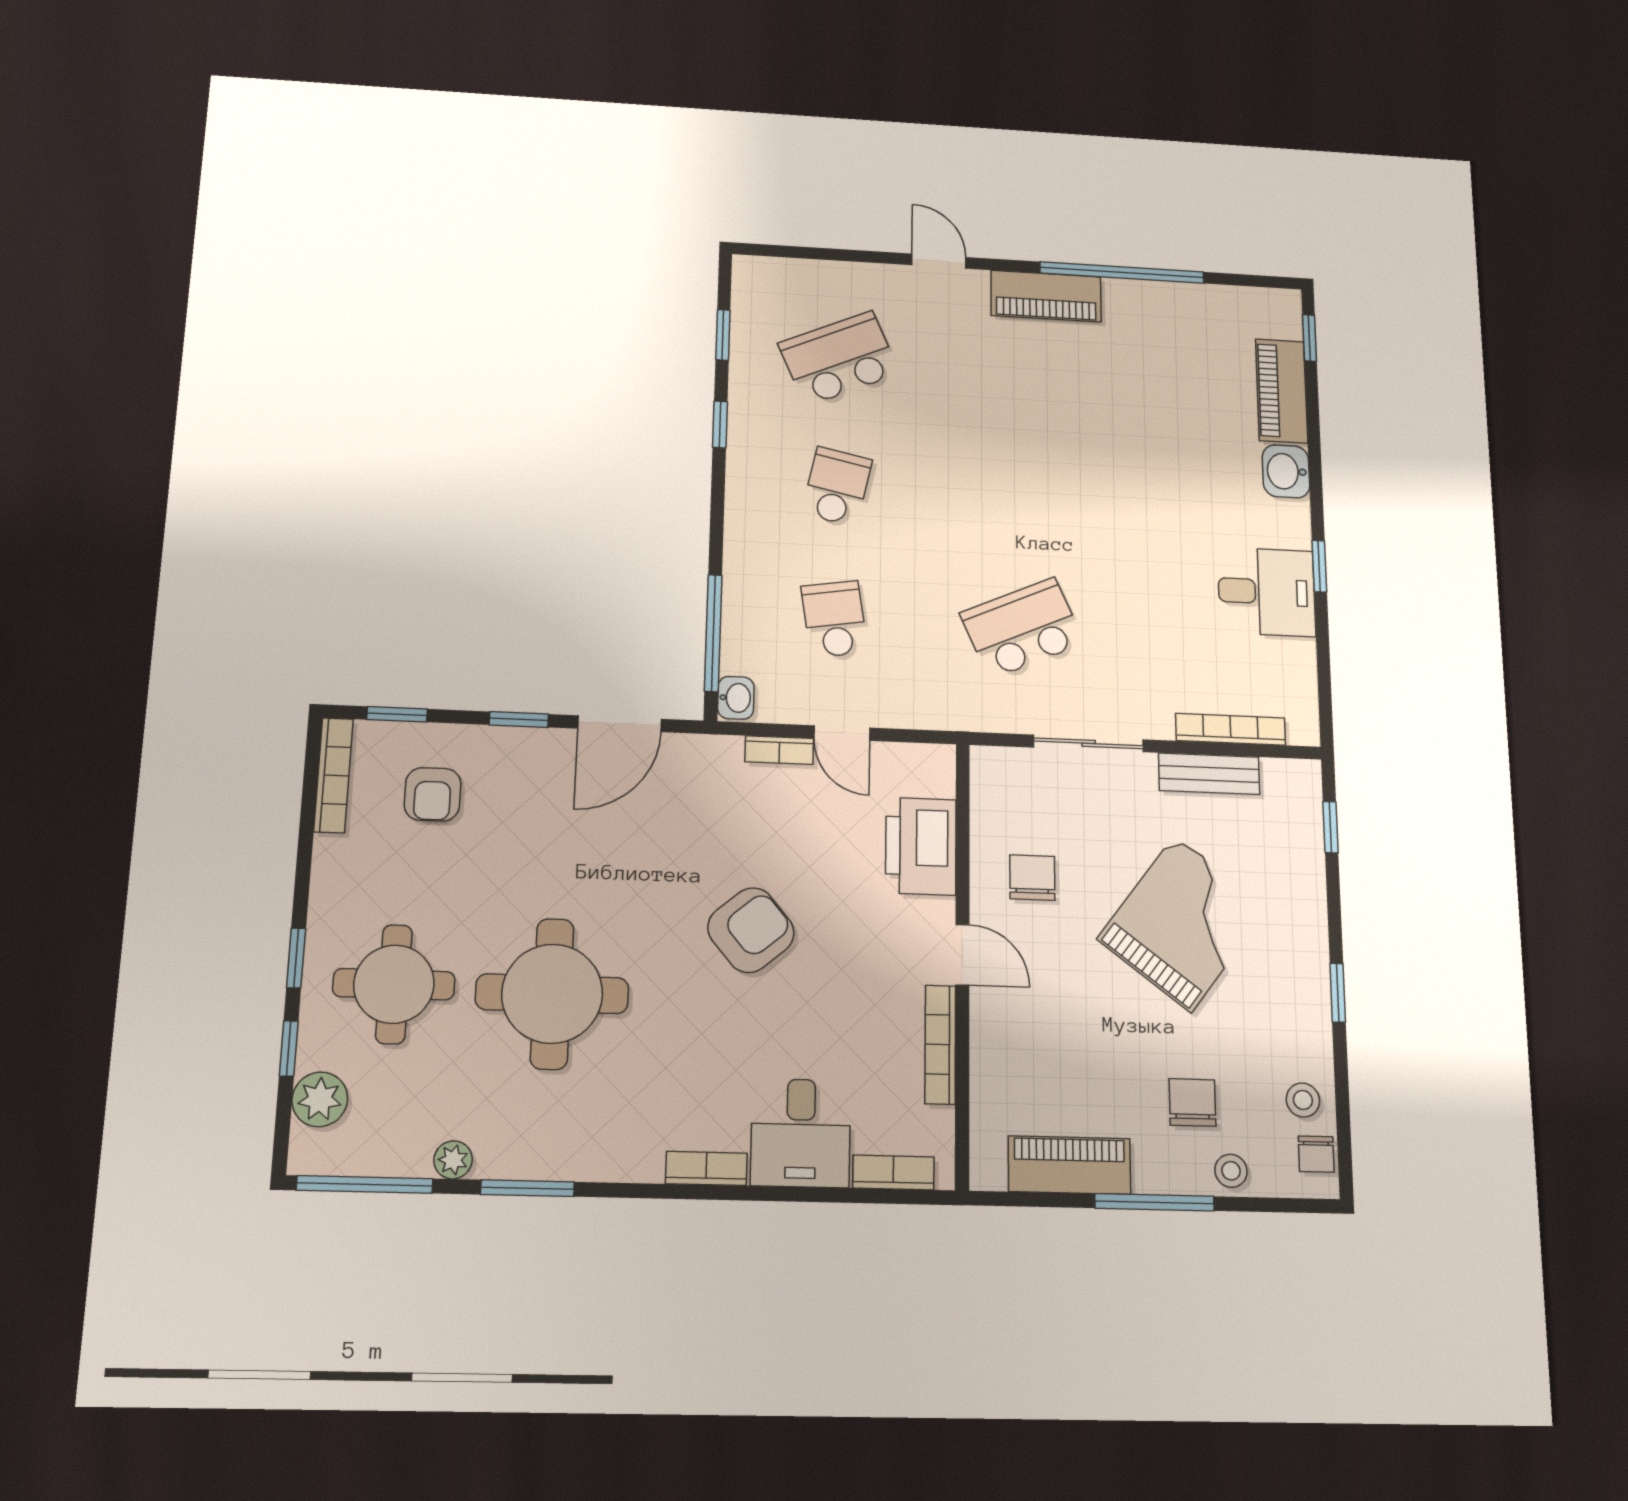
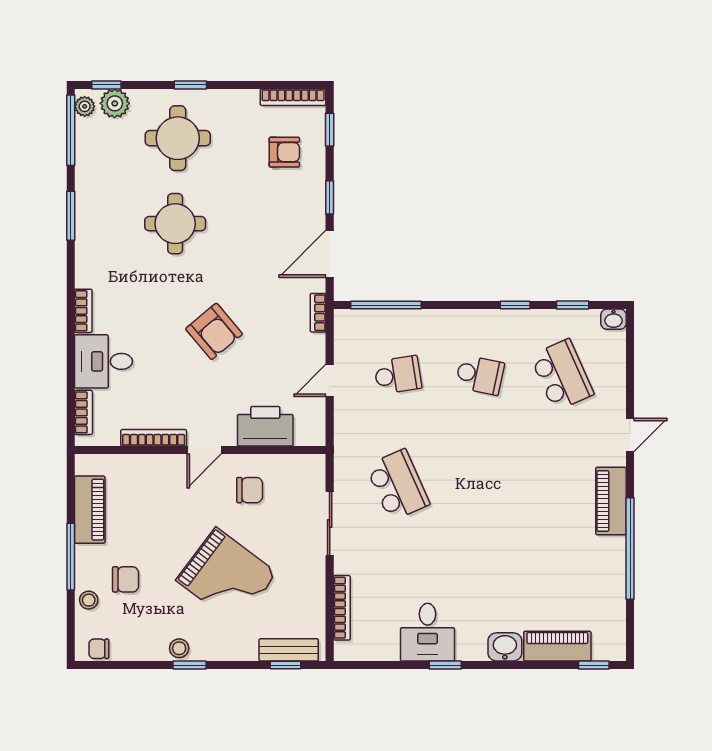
washbasin: (736, 698) -> (613, 319), moved
door: (620, 724) -> (330, 254), hinge flipped
bookcase: (779, 750) -> (318, 313), moved
bench: (1209, 774) -> (289, 650), moved, turned 90
armchair: (433, 794) -> (284, 152), turned 180
round table: (552, 994) -> (175, 224), width x0.73, depth x0.73
window: (289, 1048) -> (106, 85), moved
stool: (1303, 1100) -> (179, 648), moved
plant: (453, 1160) -> (85, 106), moved

